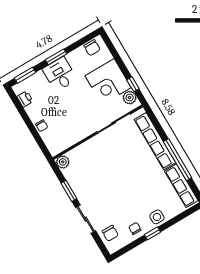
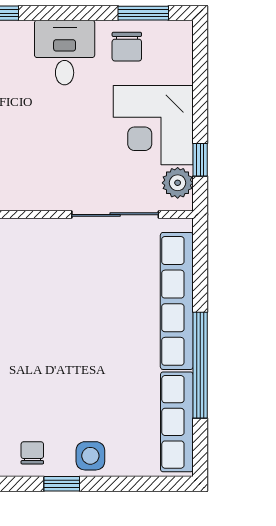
chair: (92, 48) -> (127, 47), moved
window: (56, 57) -> (143, 13), moved

